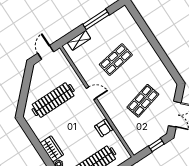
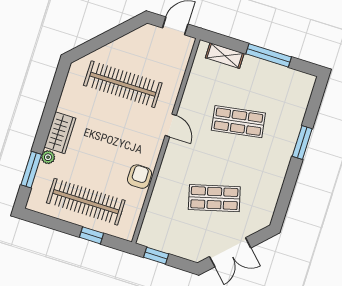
window: (150, 37) -> (302, 142), added
armchair: (104, 128) -> (140, 177), turned 180
window: (156, 145) -> (156, 256), moved

